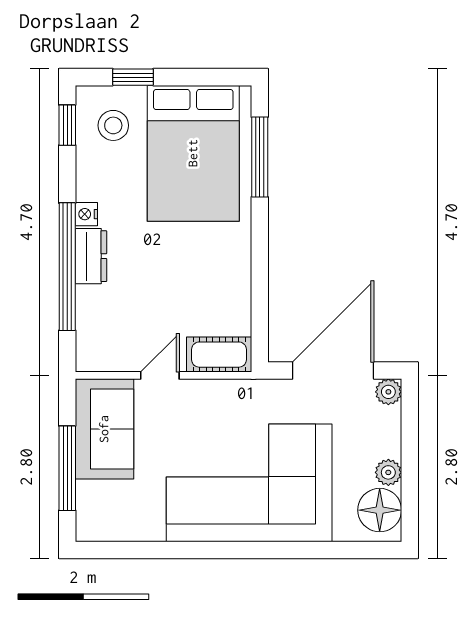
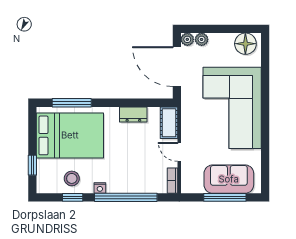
window: (67, 125) -> (73, 197), moved
stool: (113, 125) -> (72, 178), moved
dresser: (91, 256) -> (133, 114), moved, turned 180
bookcase: (101, 362) -> (173, 181), added
sofa: (104, 429) -> (229, 179), moved
plant: (388, 472) -> (202, 39), moved

